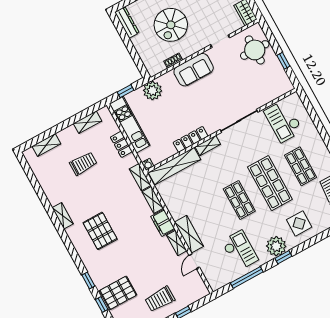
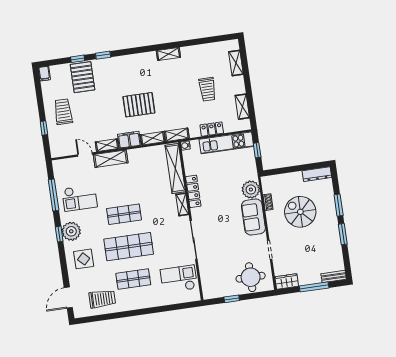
plant: (153, 91) -> (251, 190), moved
pallet: (100, 231) -> (139, 105), moved

